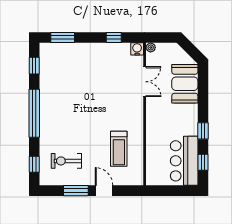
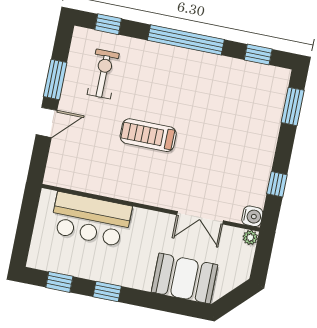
treadmill: (119, 149) -> (148, 135), moved
bar counter: (184, 161) -> (91, 219), moved, turned 180

